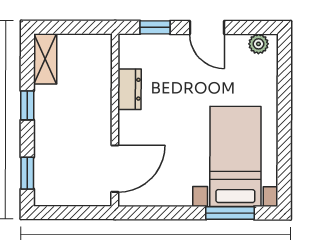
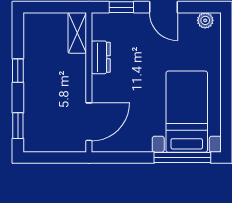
shelving: (45, 59) -> (77, 33), moved
window: (230, 213) -> (182, 158), width x1.44

